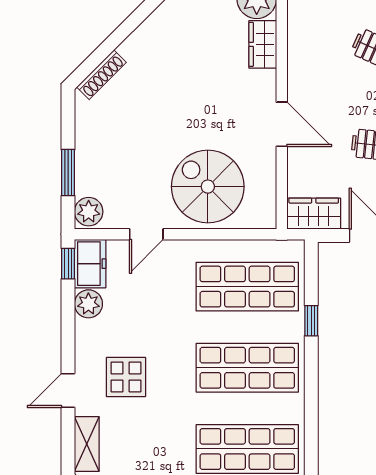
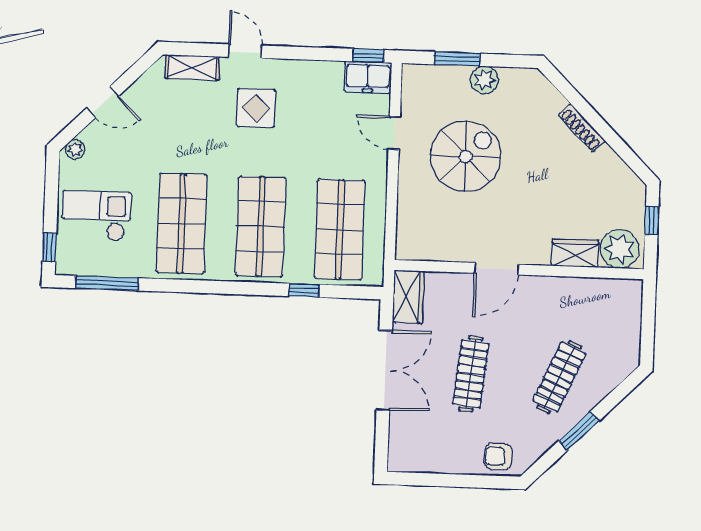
shoe rack: (101, 75) -> (582, 128), moved
spiral stairs: (208, 187) -> (466, 156), moved
plant: (89, 212) -> (484, 80), moved
plant: (88, 304) -> (329, 74), removed

